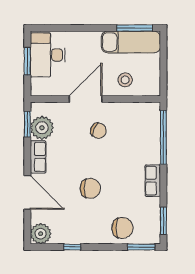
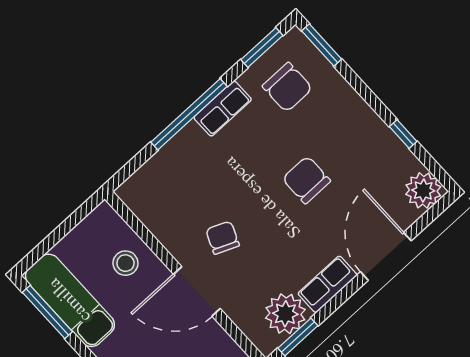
window: (163, 137) -> (189, 114), moved
chair: (122, 228) -> (287, 87), moved, turned 180

